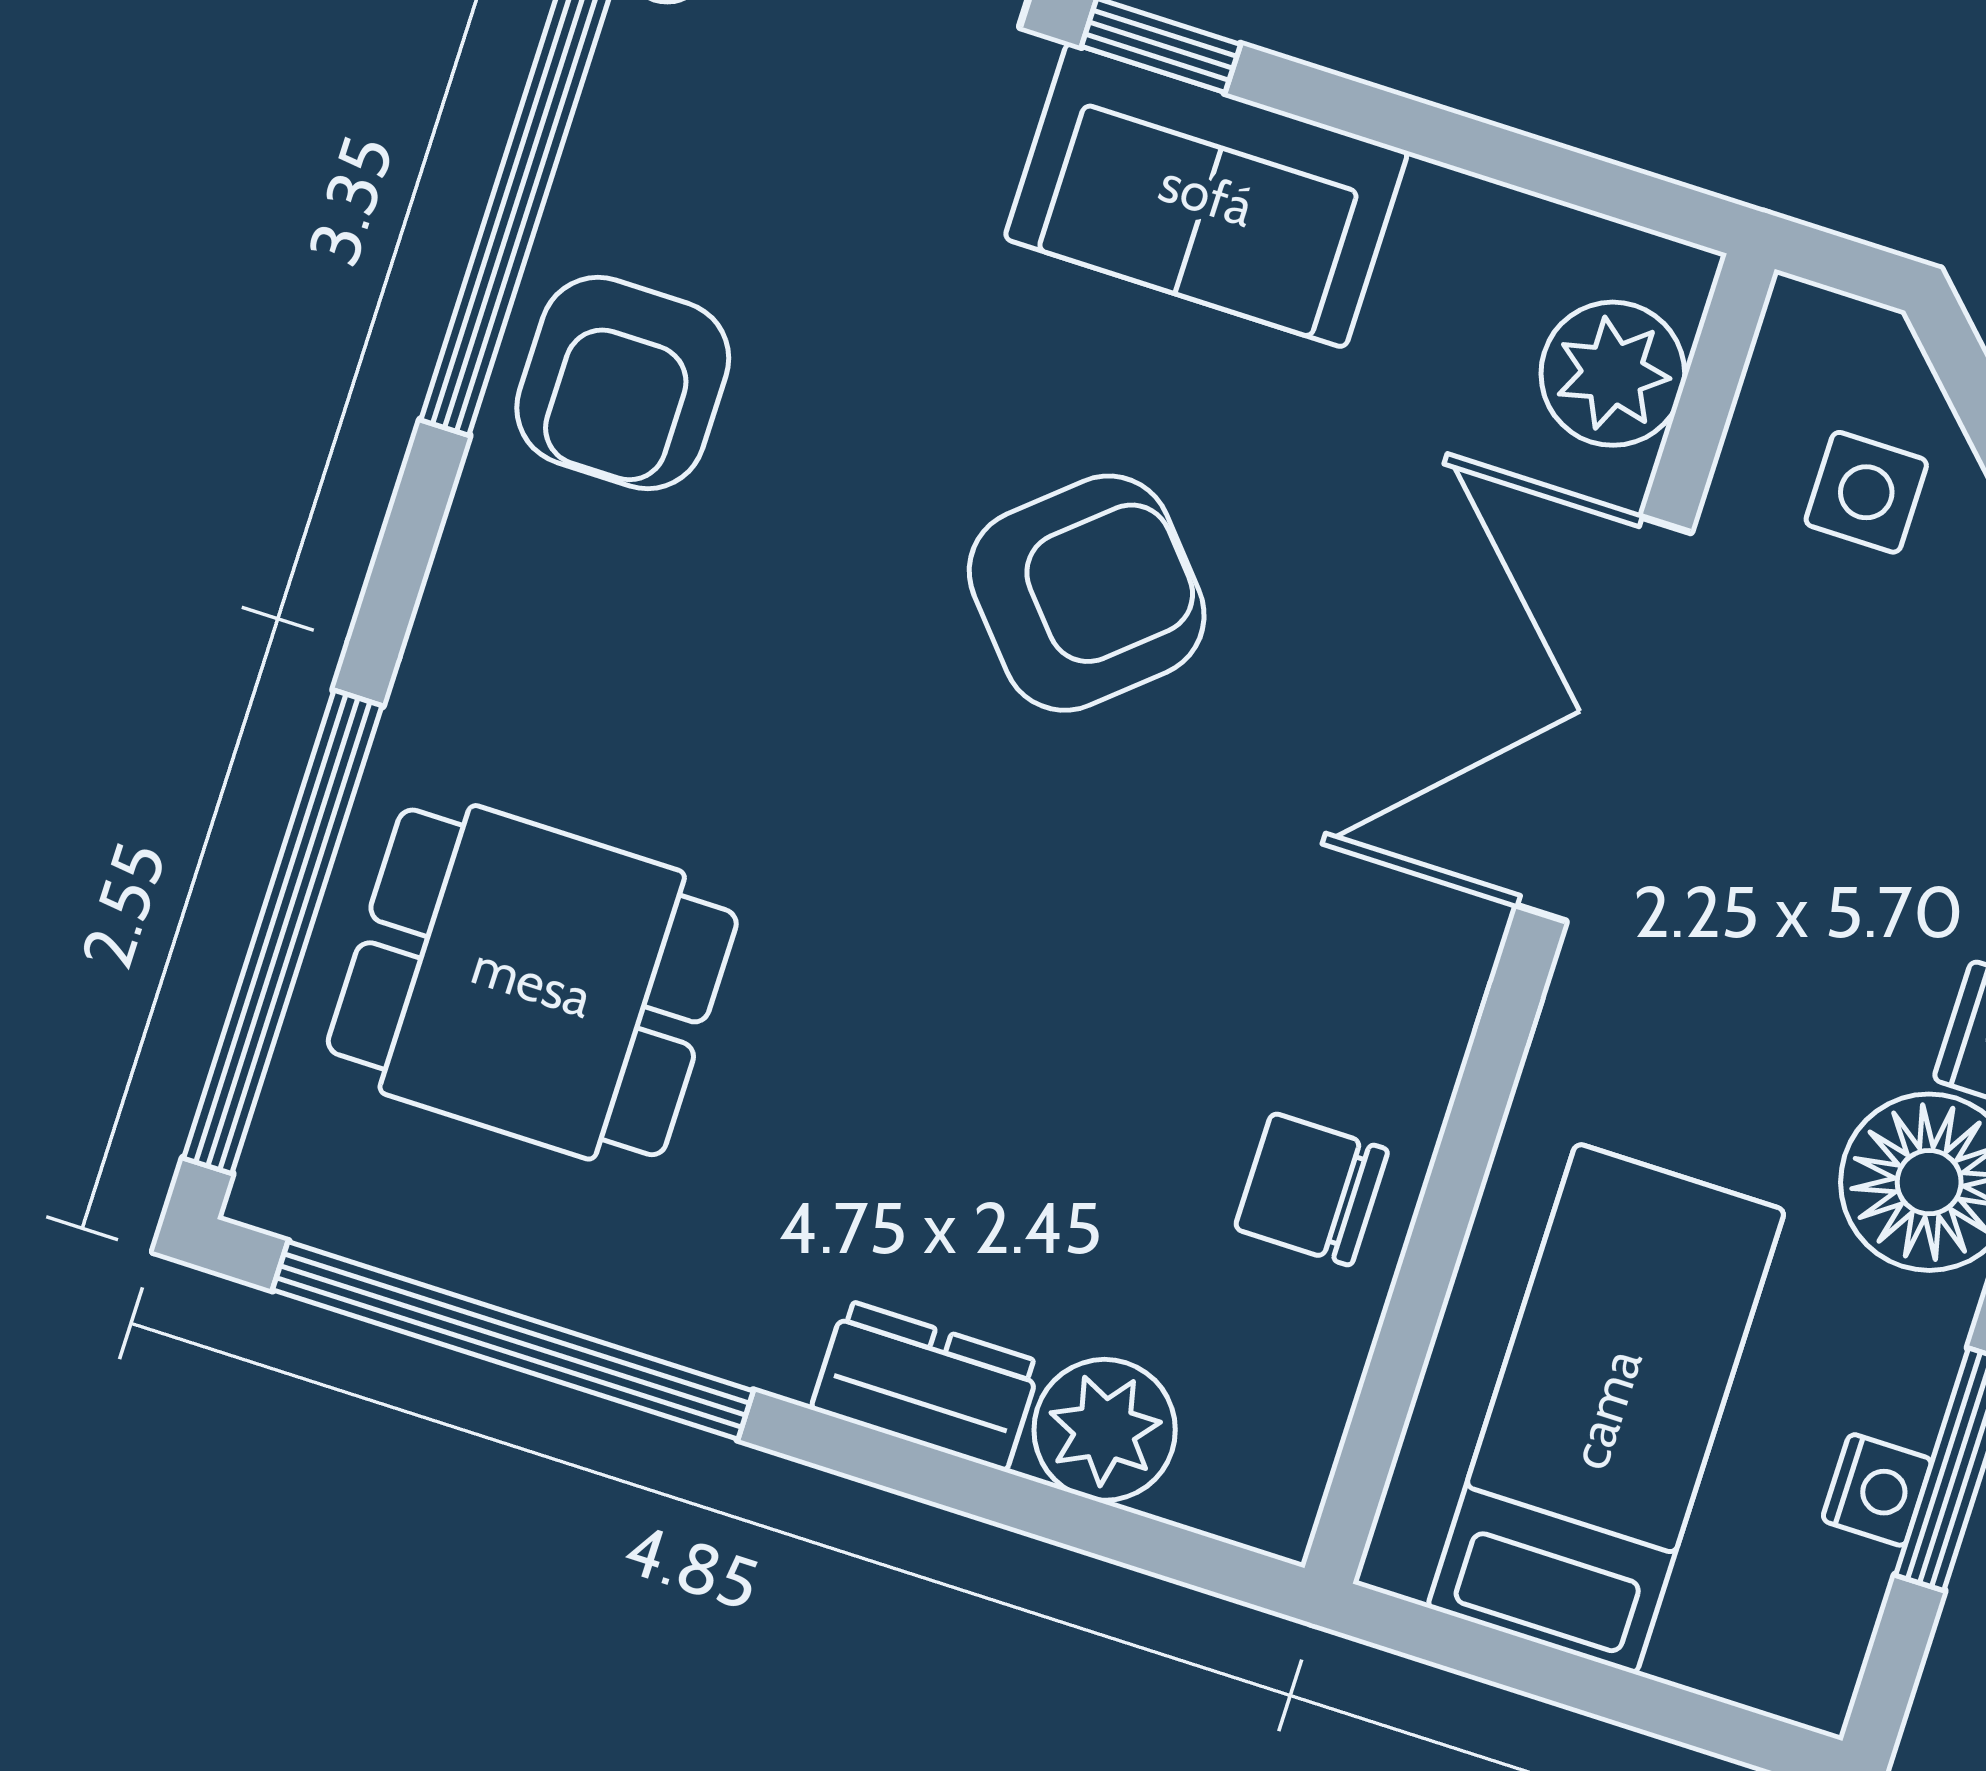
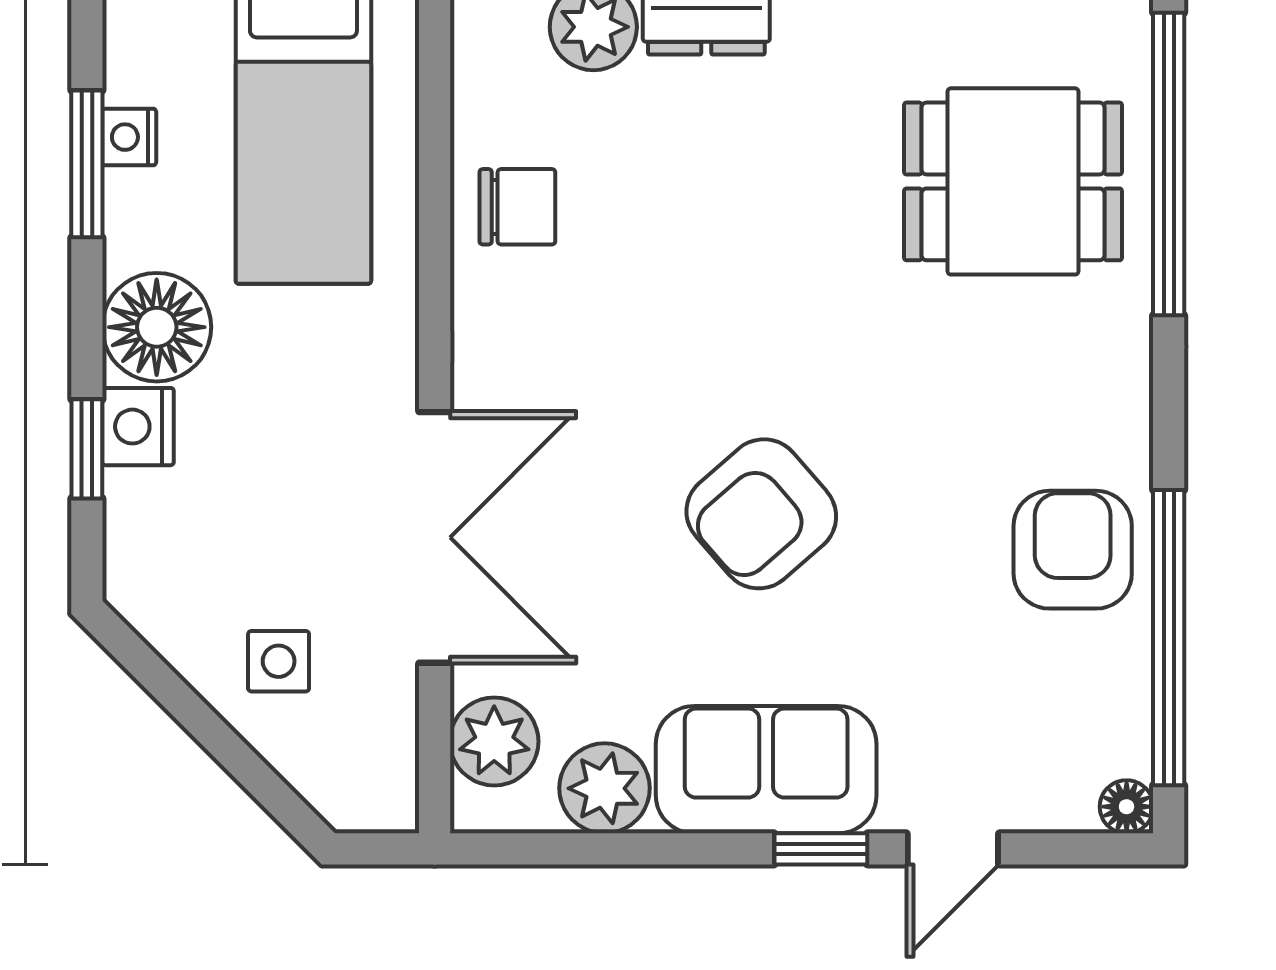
plant: (1465, 246) -> (605, 788), added
side table: (1866, 492) -> (279, 661), moved

